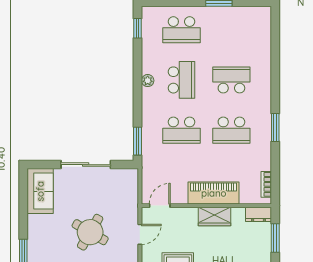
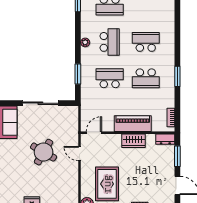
school desk: (181, 130) -> (110, 78), turned 180
window: (138, 141) -> (78, 74), moved
door: (140, 234) -> (80, 154), swing flipped

